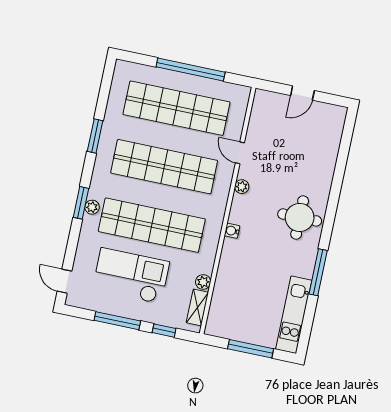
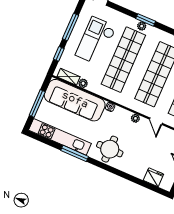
fridge: (330, 138) -> (153, 177), added
door: (240, 153) -> (156, 121), swing flipped
checkout: (131, 276) -> (96, 41), turned 180
sofa: (233, 290) -> (75, 100), added
kitchen unit: (294, 315) -> (60, 137), width x1.36

